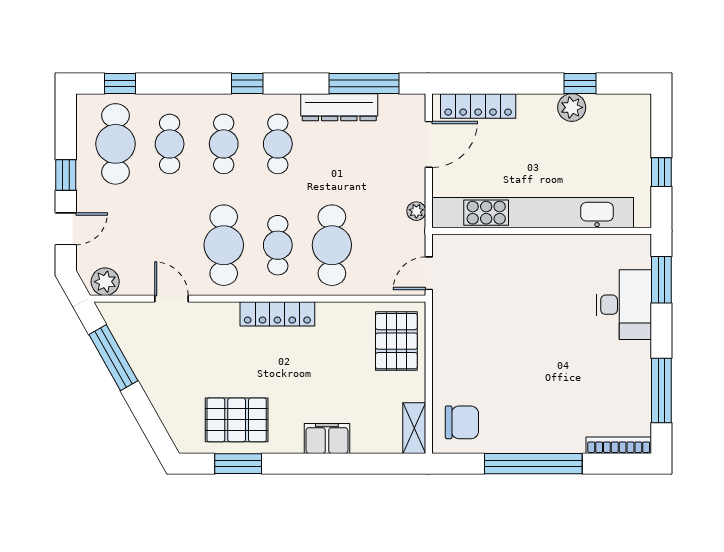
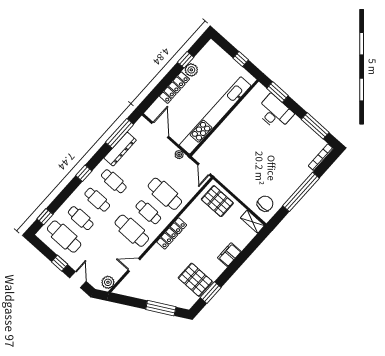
locker: (478, 106) -> (174, 88), moved
window: (113, 358) -> (161, 308), moved
pallet: (237, 420) -> (195, 280), turned 90

